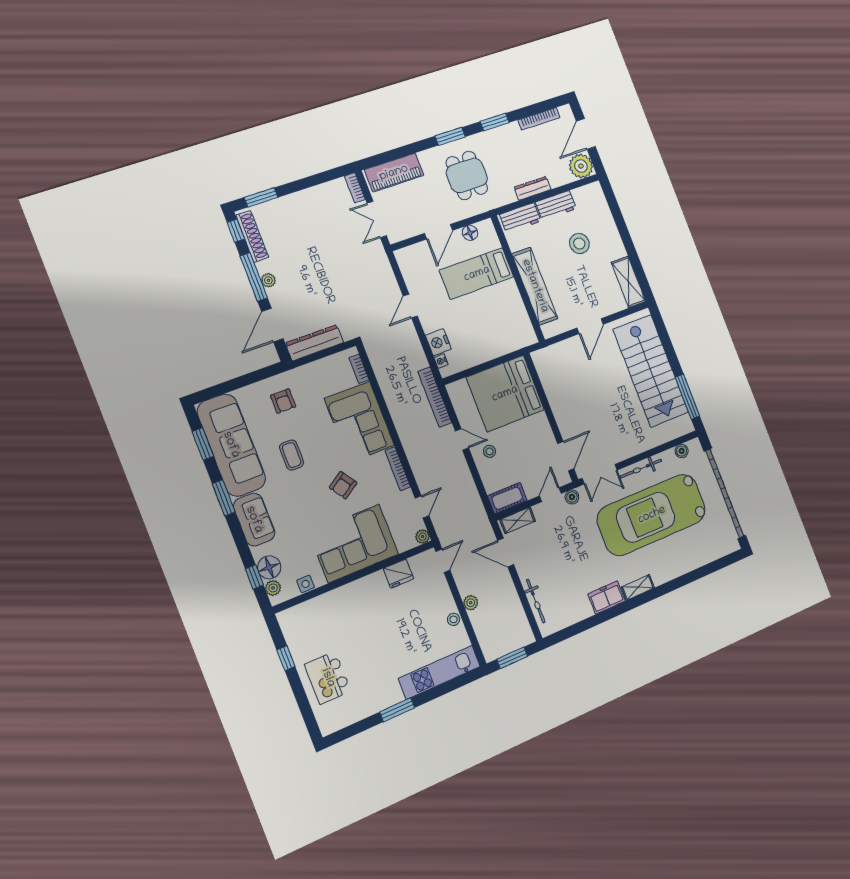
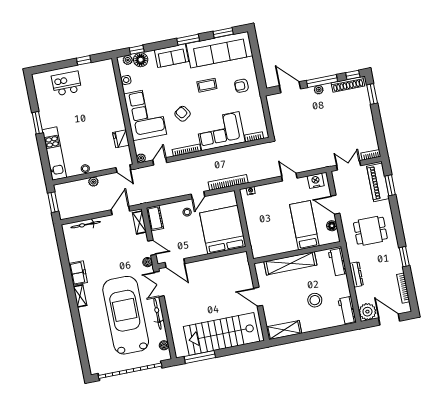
window: (450, 136) -> (390, 185), moved
workbench: (556, 205) -> (347, 310), moved
nightstand: (438, 342) -> (316, 181), moved
dresser: (315, 343) -> (275, 112), removed
door: (422, 507) -> (160, 161), swing flipped

